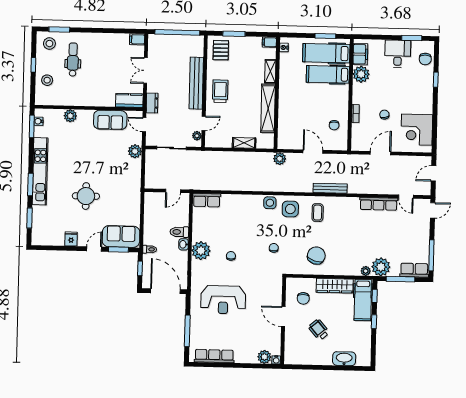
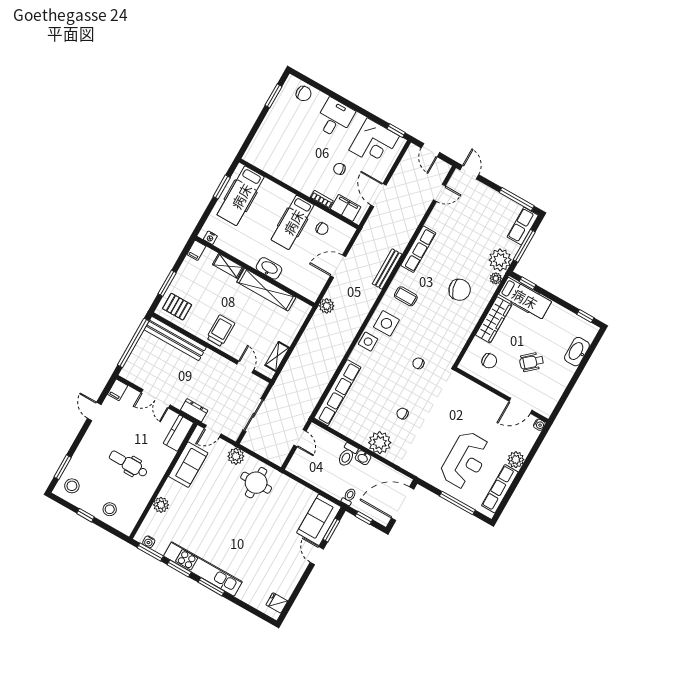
door: (112, 31) -> (94, 411), added
filing cabinet: (360, 54) -> (346, 208), moved
desk: (398, 54) -> (335, 118), moved, turned 90
dental chair: (73, 60) -> (128, 464), moved
hospital bed: (328, 74) -> (293, 222), moved
plant: (361, 74) -> (283, 171), removed
window: (436, 80) -> (396, 131), moved
bench: (196, 83) -> (175, 339), moved
trolley: (220, 91) -> (221, 331), turned 90
washbasin: (285, 102) -> (269, 268), added
plant: (197, 136) -> (255, 381), removed
shelving: (244, 143) -> (277, 356), moved
round table: (86, 196) -> (256, 483), moved
row of seats: (207, 200) -> (337, 393), width x2.02
row of seats: (379, 204) -> (418, 249), moved
window: (30, 218) -> (179, 568), moved
fridge: (71, 239) -> (277, 603), moved
chair: (316, 256) -> (460, 290), moved, turned 145
reception desk: (223, 300) -> (465, 460), moved
door: (283, 317) -> (520, 406), moved
window: (374, 322) -> (585, 316), moved
plant: (264, 357) -> (516, 460), moved

